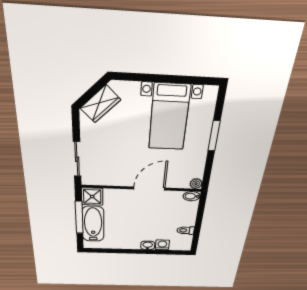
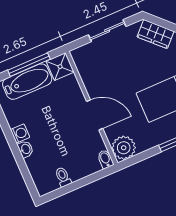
sliding door: (77, 159) -> (107, 31), moved
plant: (196, 184) -> (124, 148), width x1.88, depth x1.88
washing machine: (162, 245) -> (20, 133), moved

